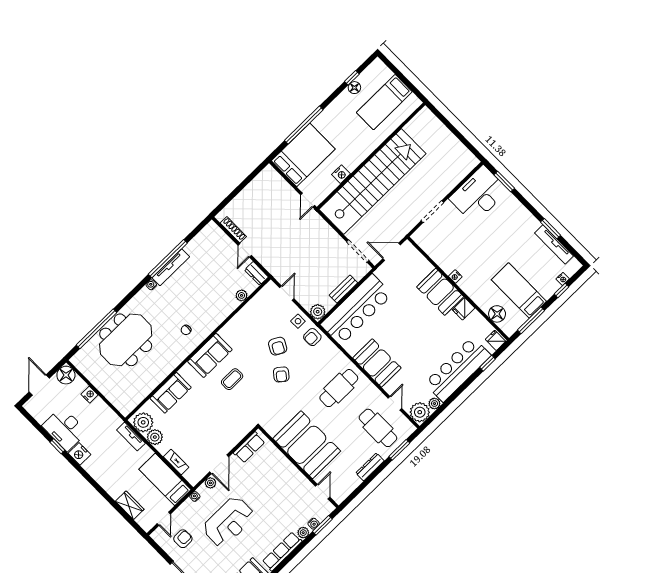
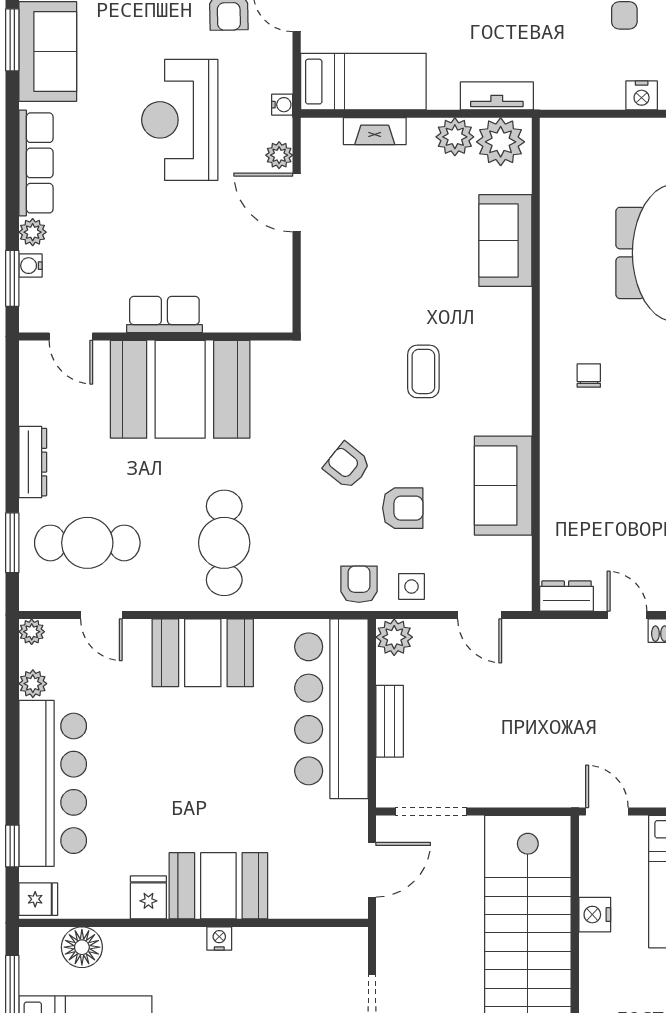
plant: (242, 295) -> (554, 532), removed
armchair: (278, 346) -> (403, 508), turned 152
sofa: (210, 355) -> (503, 486), moved
plant: (420, 412) -> (32, 632), width x0.53, depth x0.53
row of seats: (249, 447) -> (164, 314), moved, turned 90

